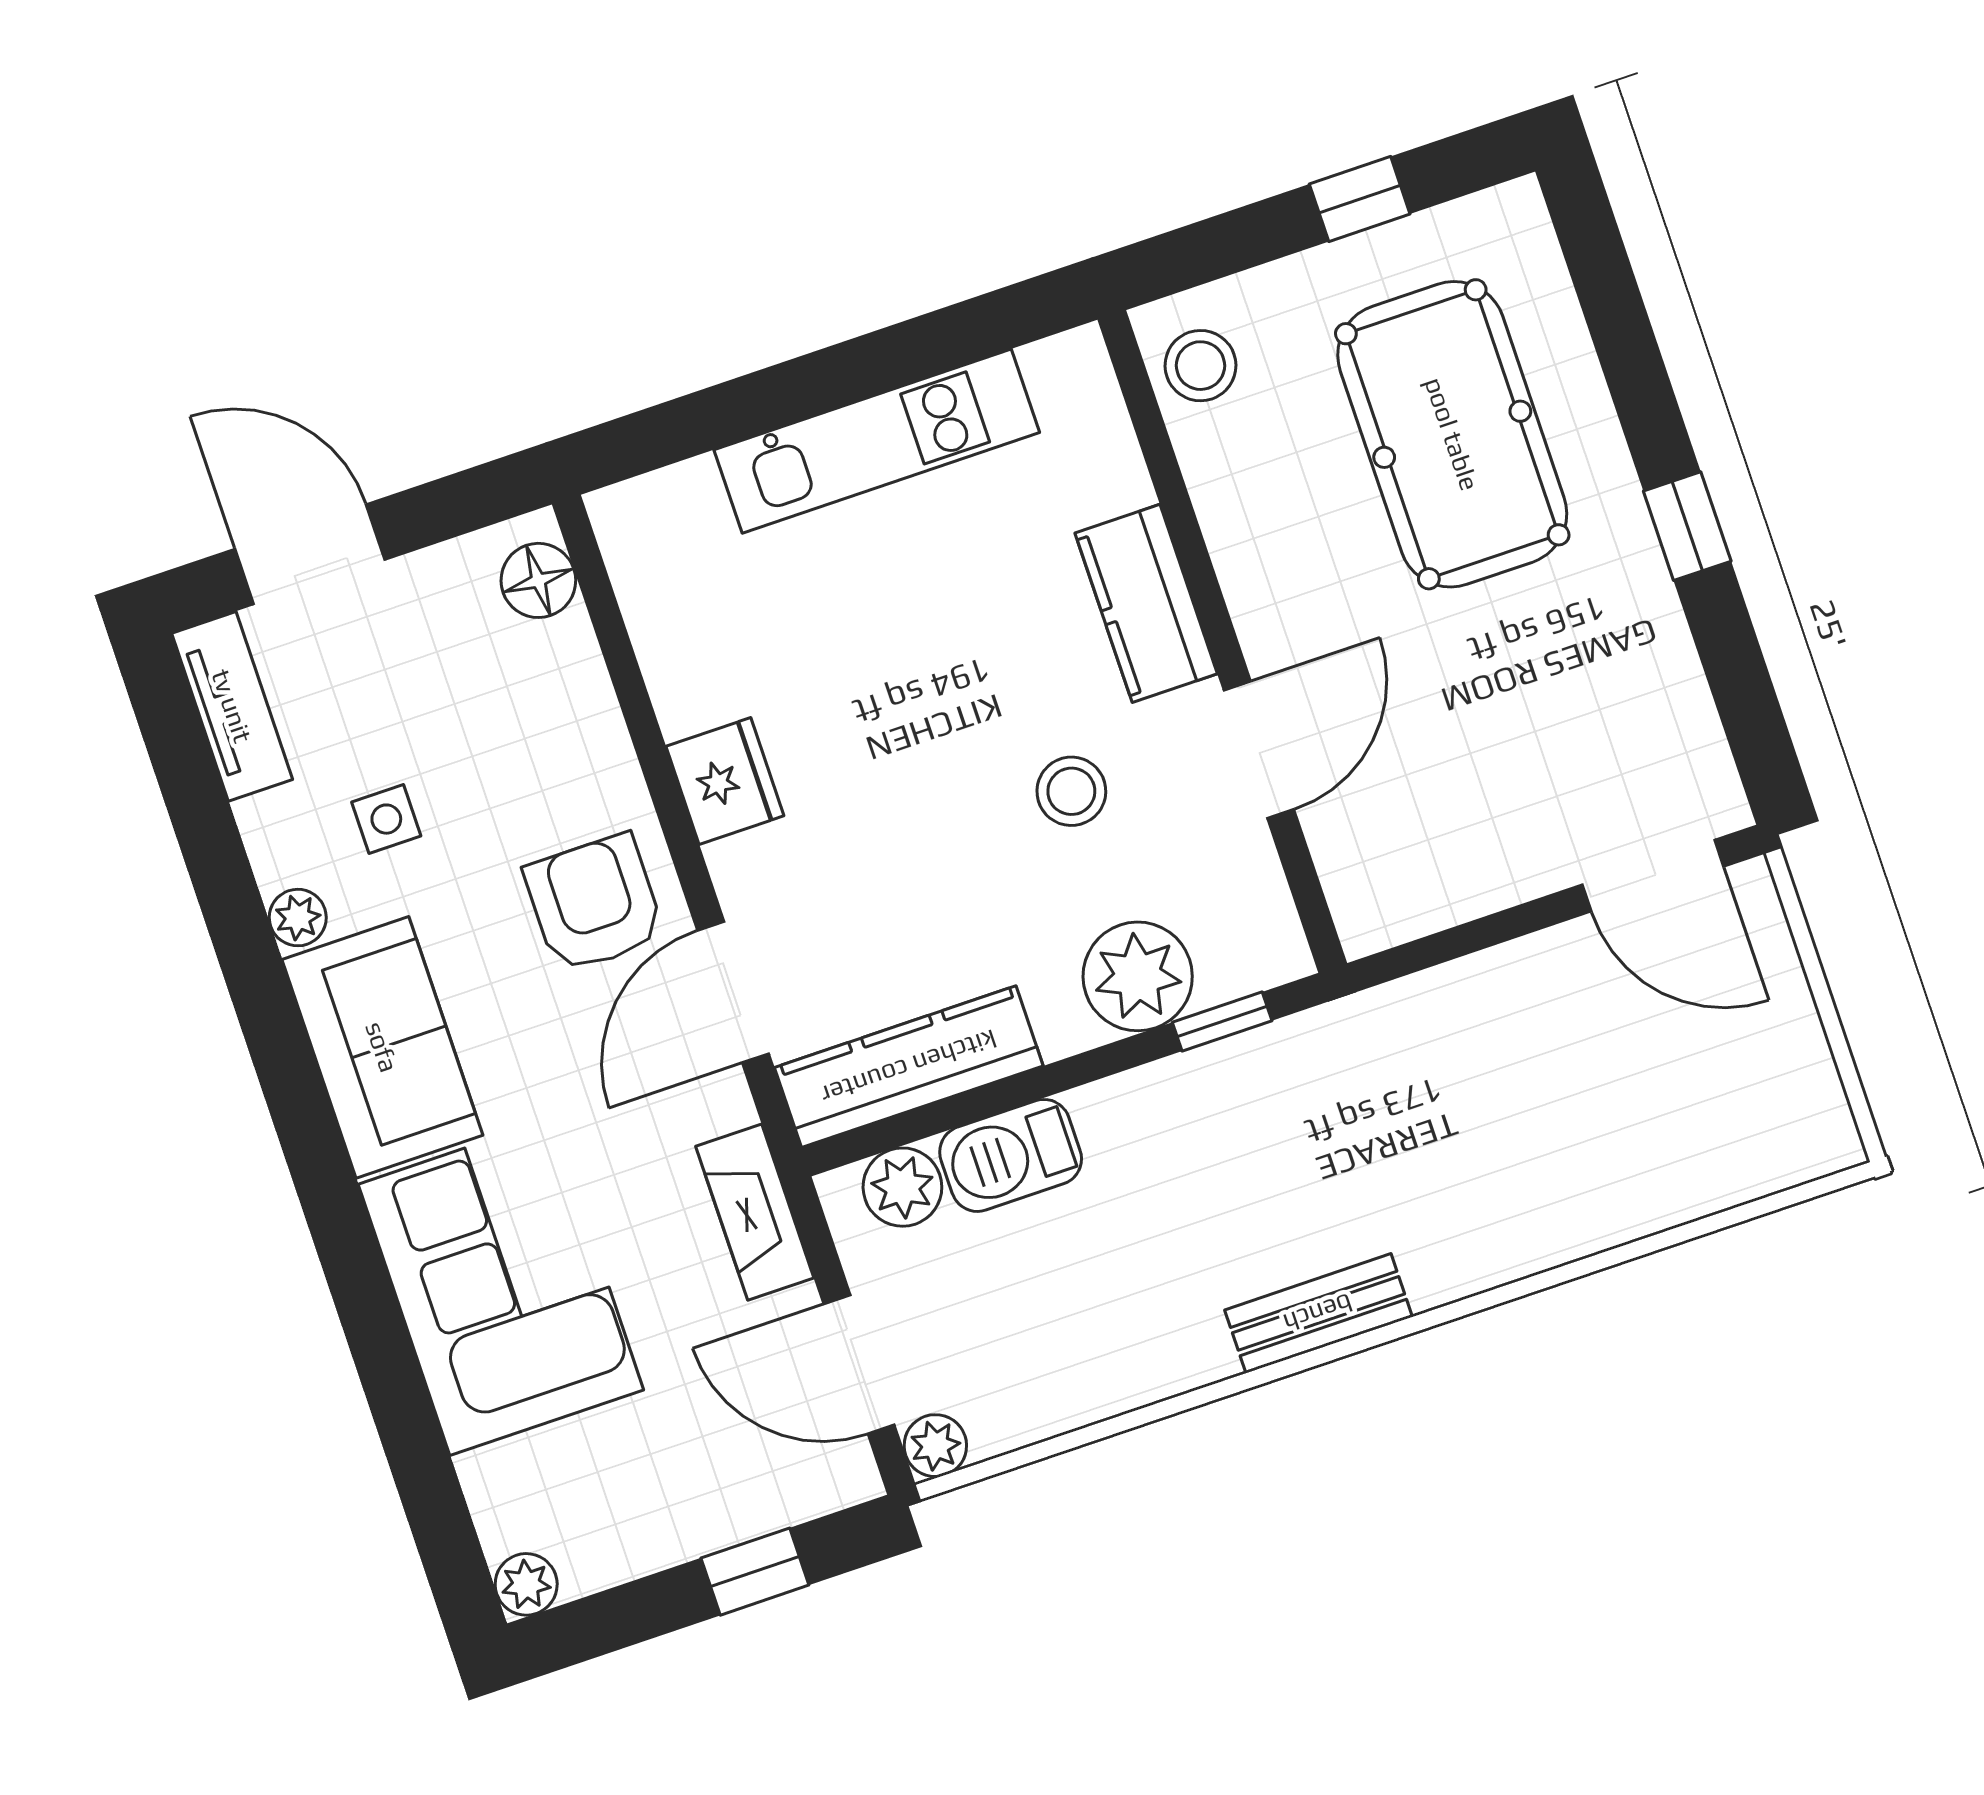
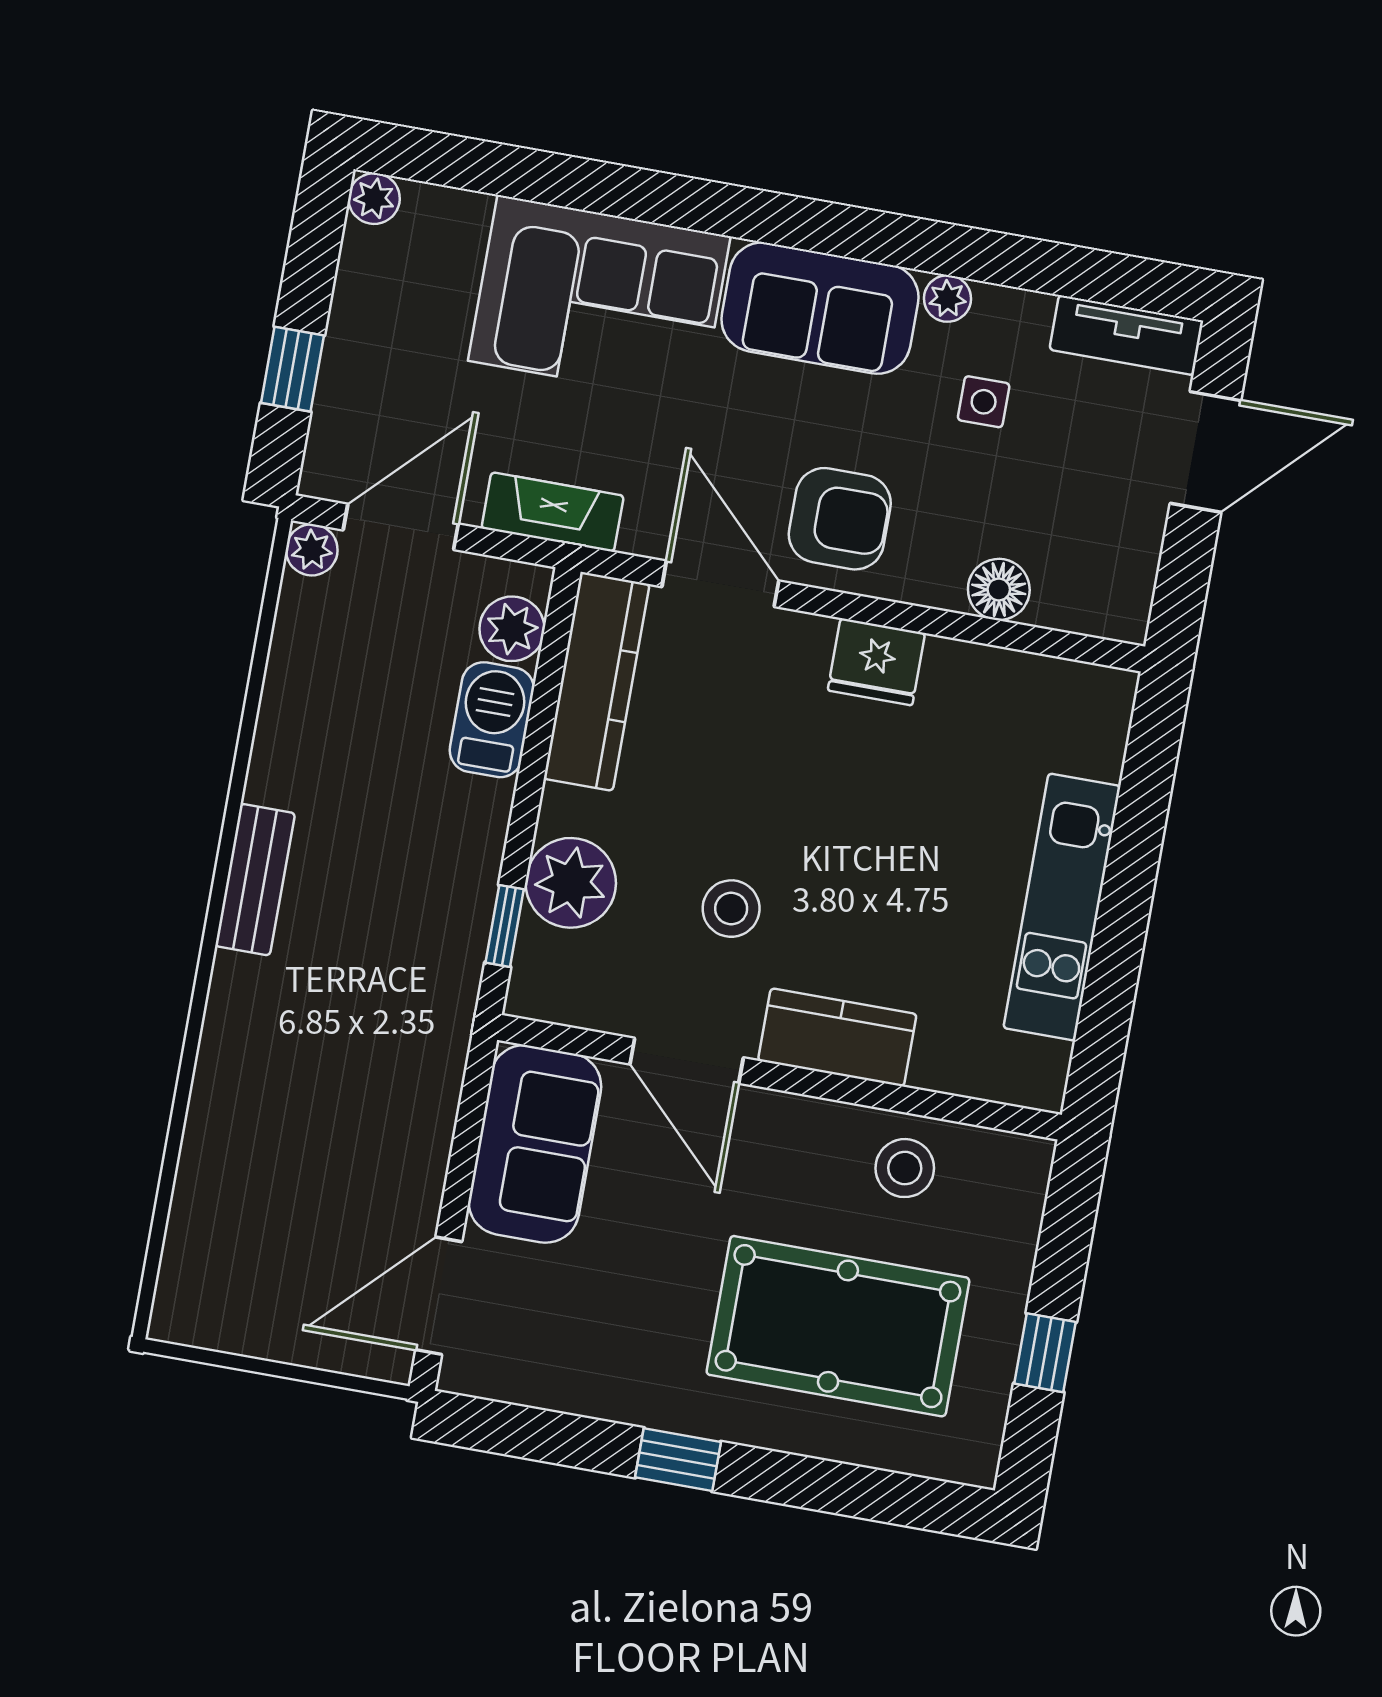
stool: (1200, 366) -> (905, 1168), moved
floor lamp: (538, 580) -> (999, 589), moved
sofa: (1436, 862) -> (535, 1144), added

